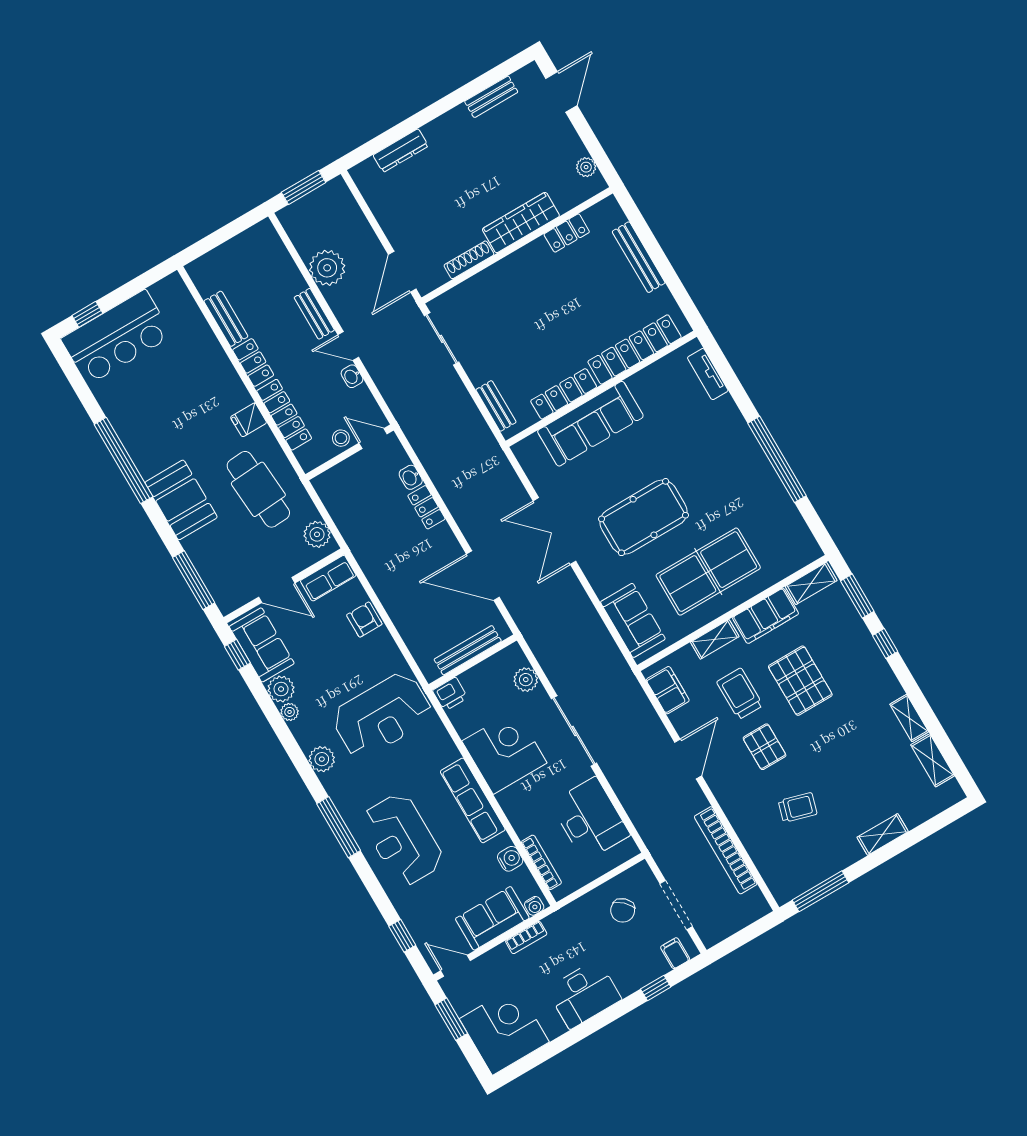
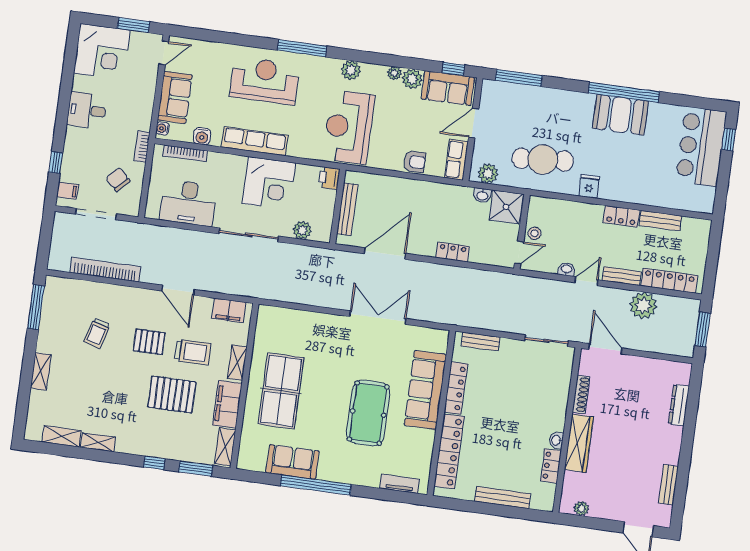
washbasin: (536, 248) -> (556, 440), added
locker: (284, 415) -> (669, 281), moved, turned 180
washbasin: (411, 477) -> (482, 195), moved, turned 180
shower: (337, 489) -> (506, 207), added
booth: (181, 500) -> (620, 115), moved
pool table: (644, 517) -> (368, 413), moved
sofa: (633, 620) -> (292, 462), moved, turned 180
window: (402, 936) -> (207, 35), removed
bookcase: (526, 938) -> (142, 147), moved
desk: (584, 994) -> (87, 110), width x0.73

